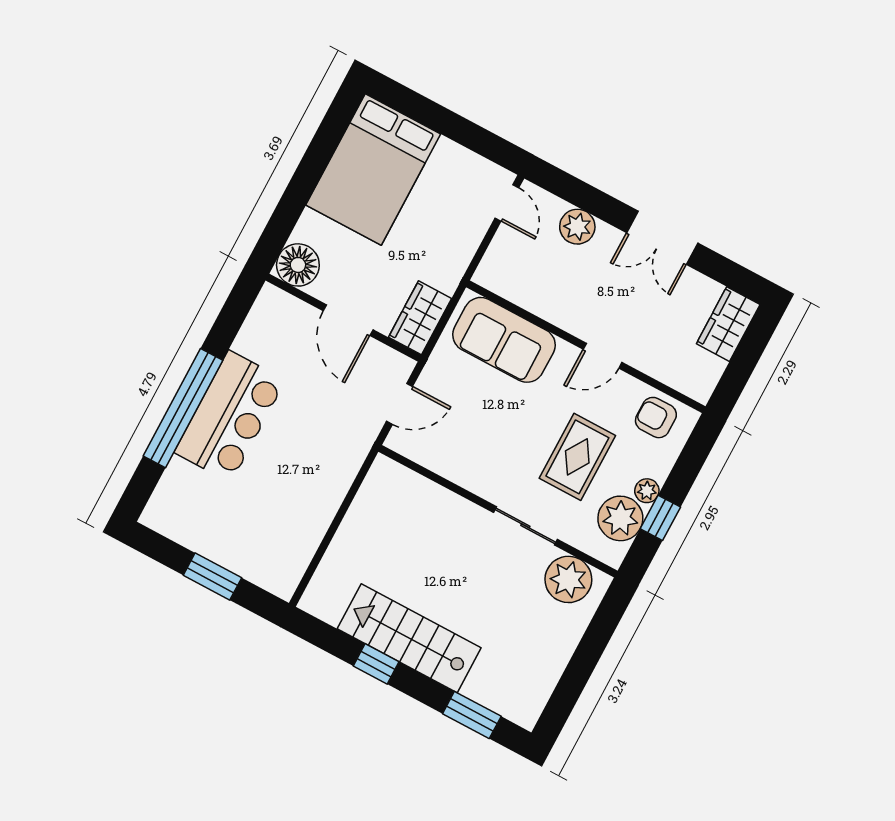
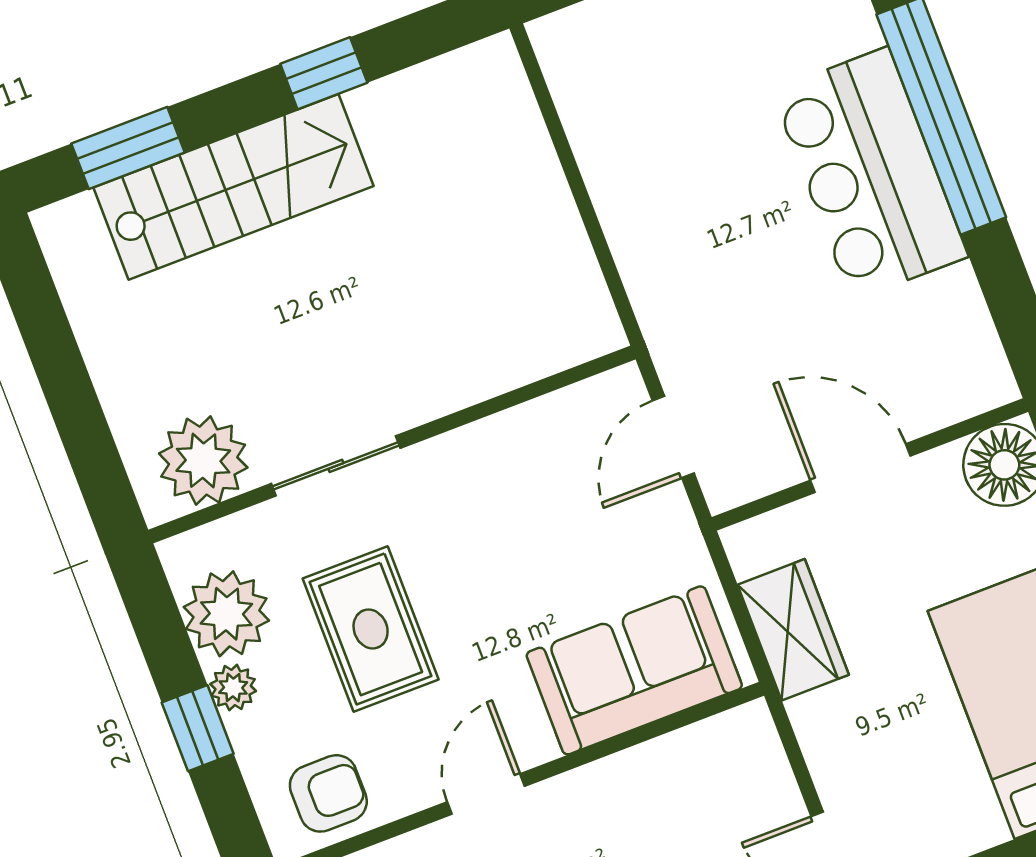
wardrobe: (420, 318) -> (793, 630), moved
window: (660, 518) -> (198, 728), moved
stairs: (409, 638) -> (234, 187), moved

